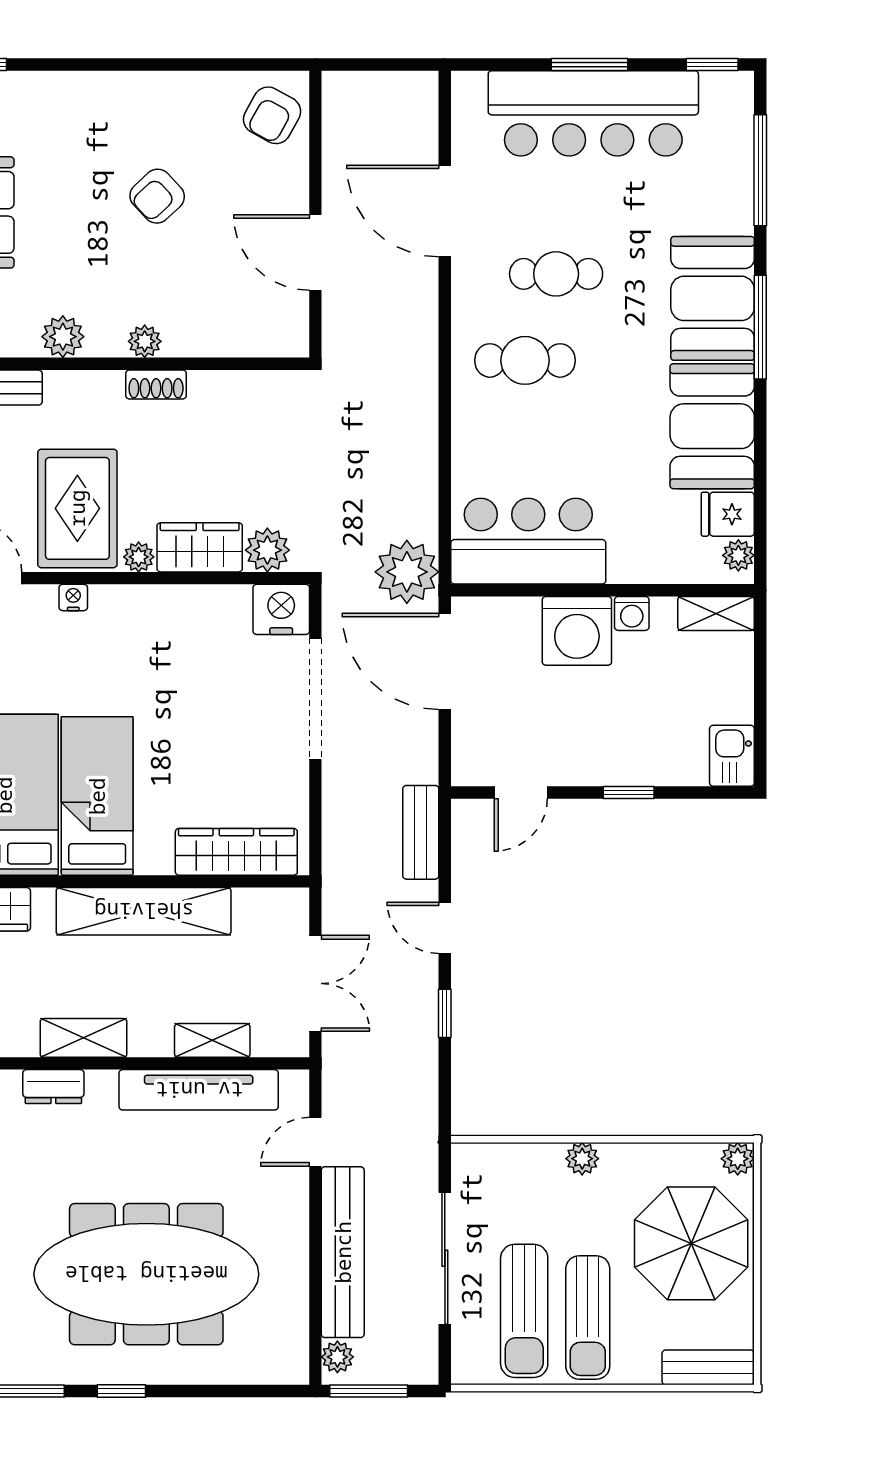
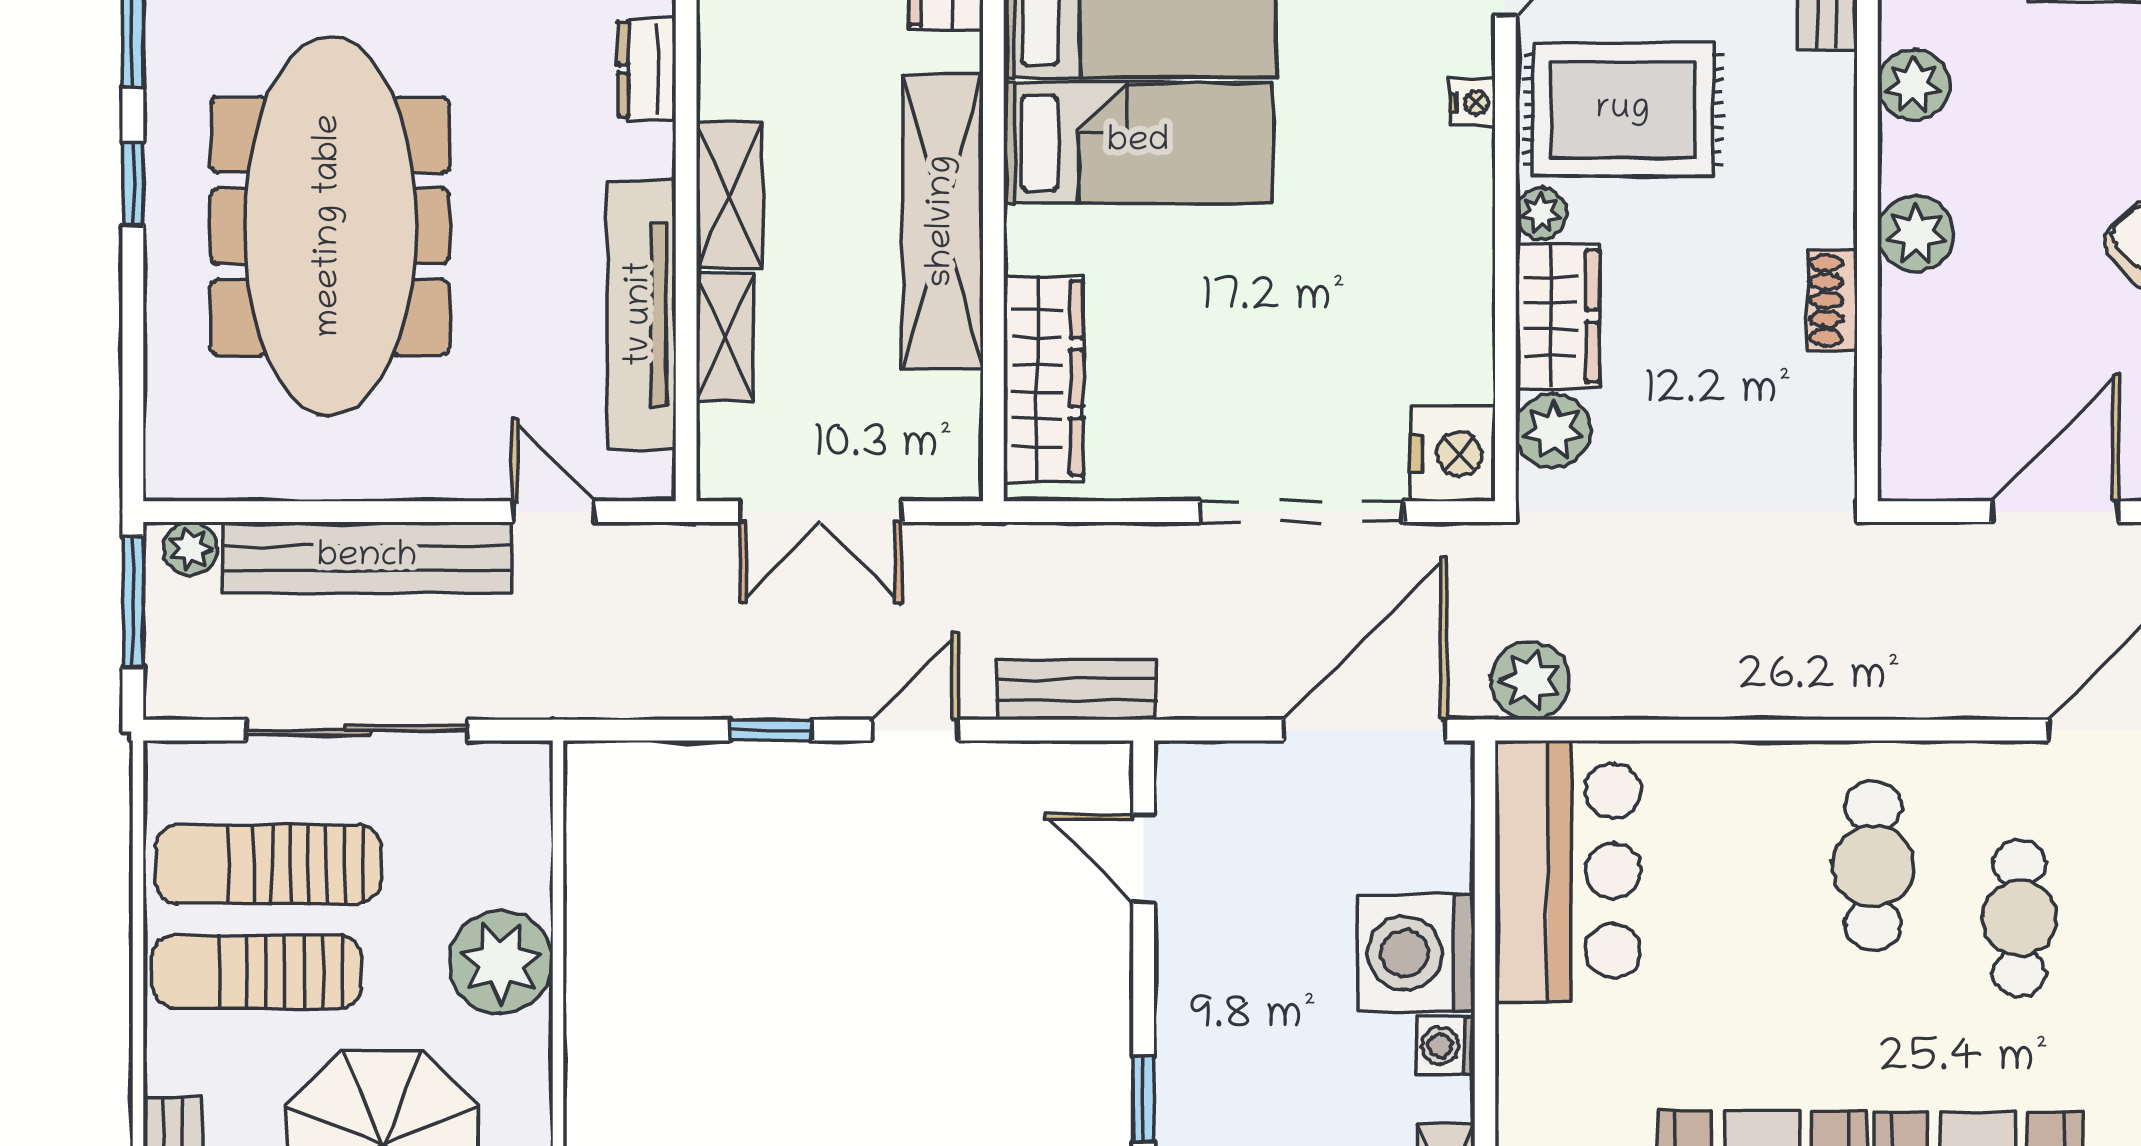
plant: (145, 341) -> (1916, 234), width x1.38, depth x1.38
shoe rack: (156, 384) -> (1832, 300), moved
plant: (407, 572) -> (1530, 680), width x0.73, depth x0.73
window: (629, 792) -> (1144, 1099), moved
shelving: (84, 1038) -> (729, 196), moved
plant: (582, 1159) -> (501, 962), width x1.88, depth x1.88

